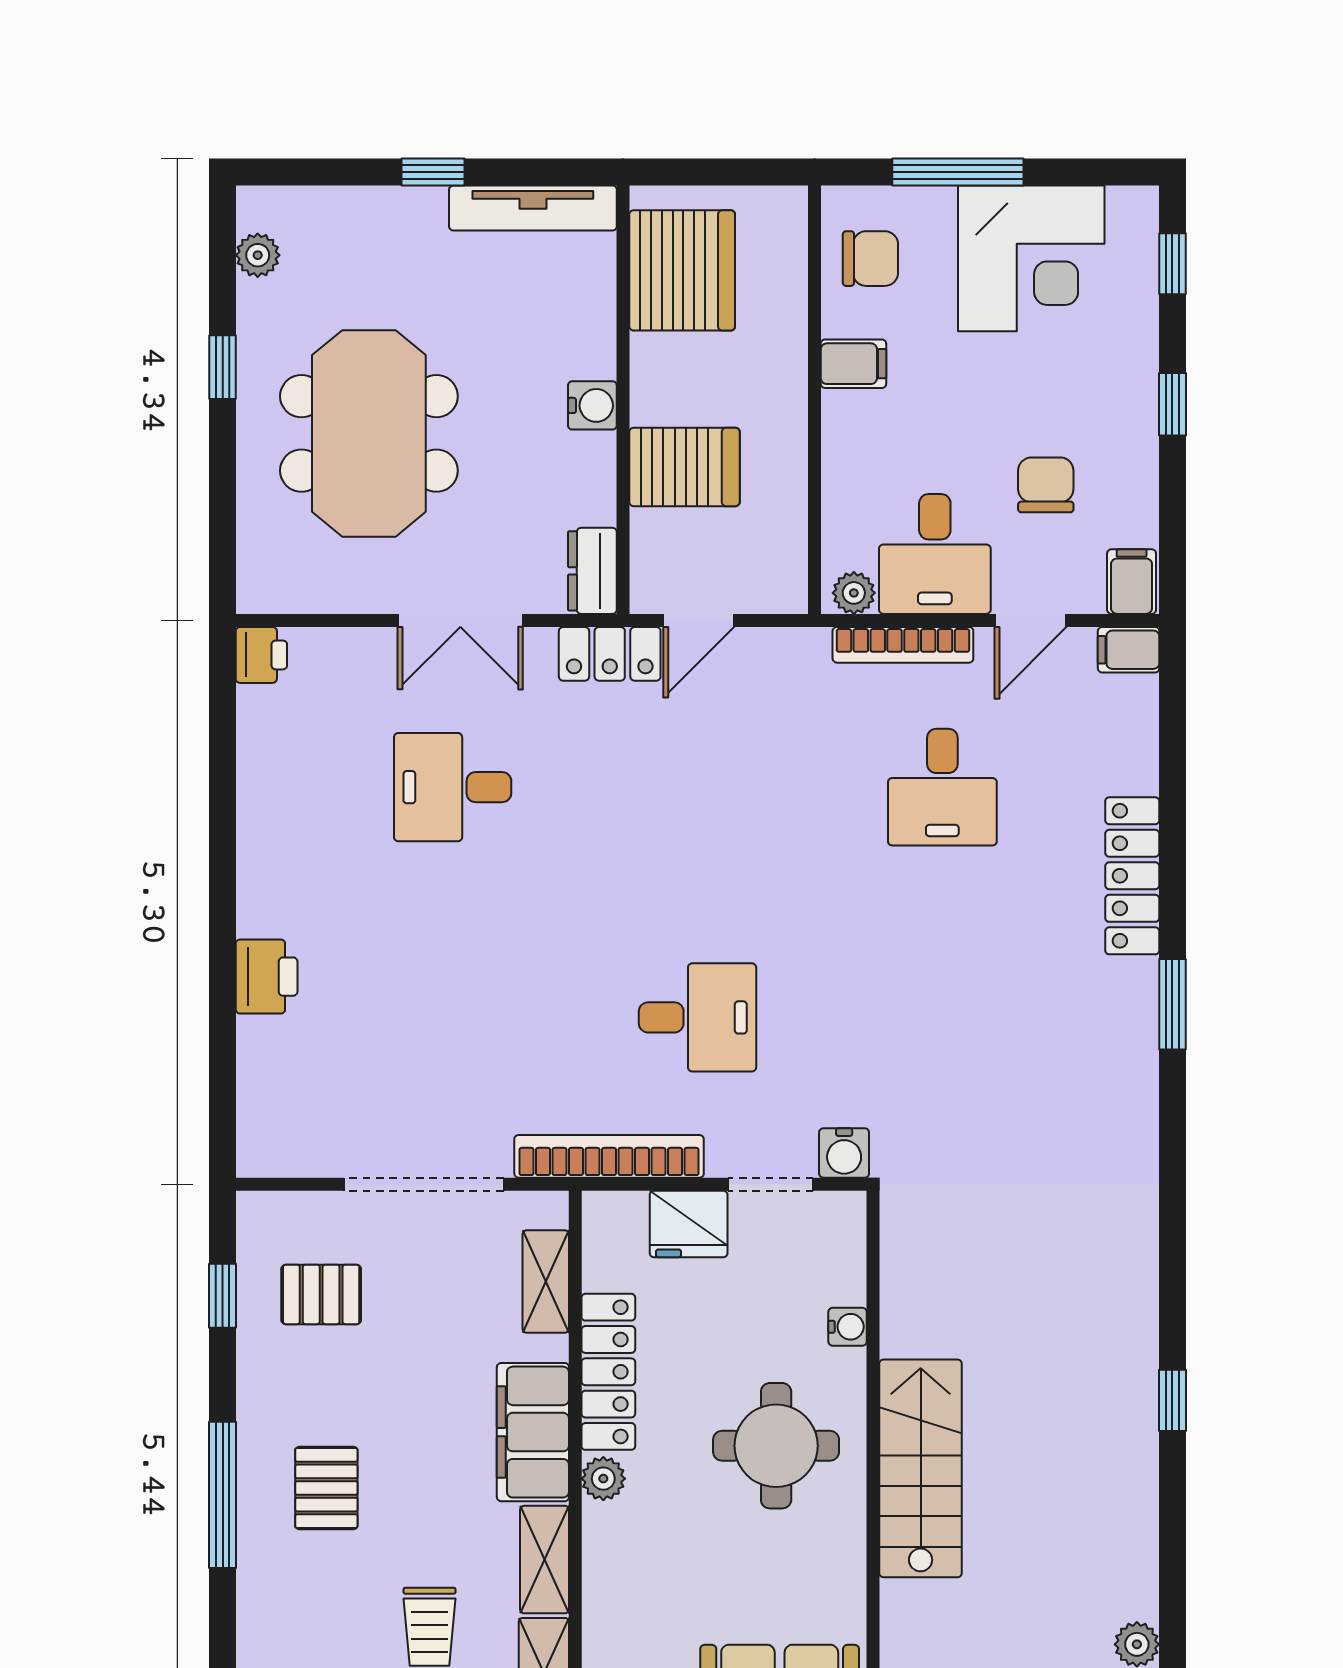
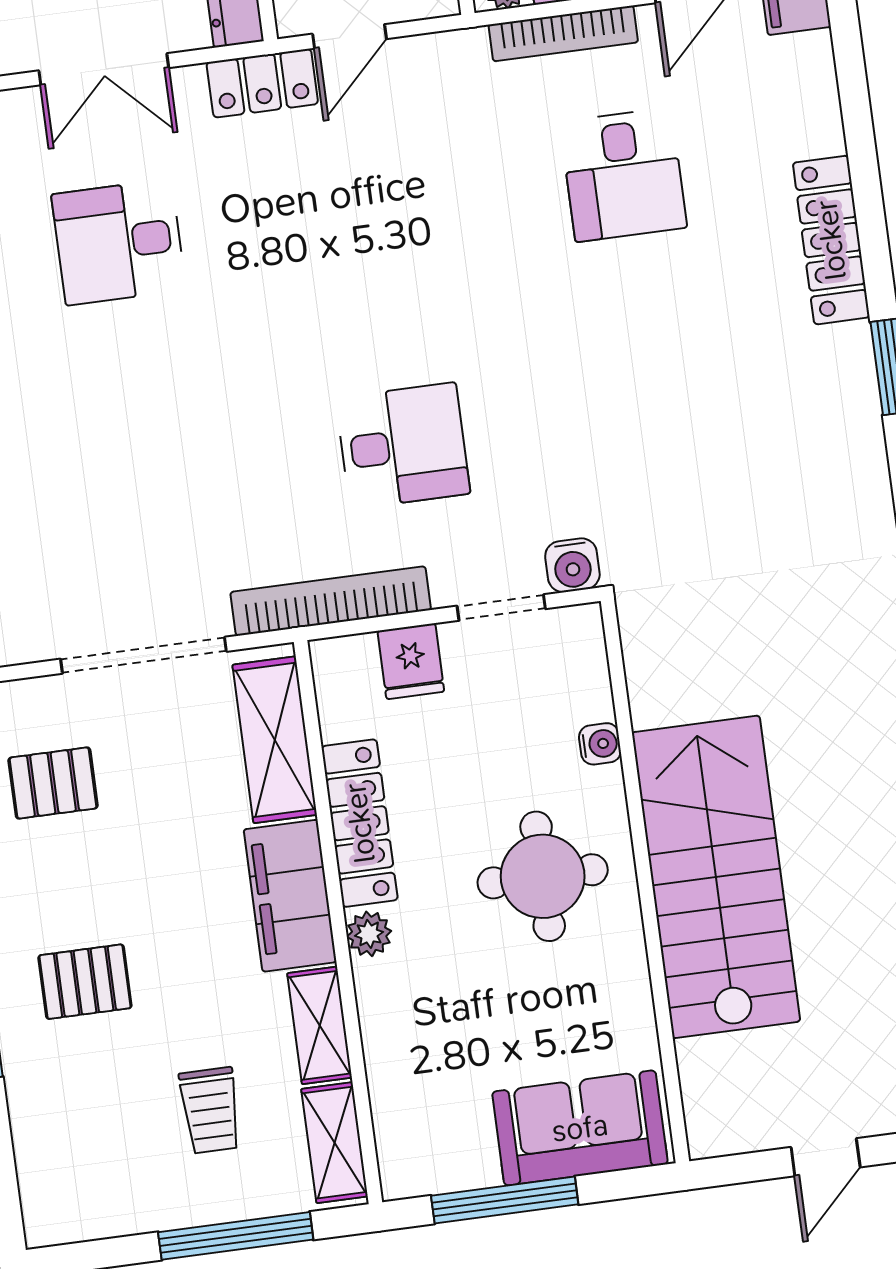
fridge: (689, 1224) -> (411, 661), width x0.72
shelving: (546, 1282) -> (275, 740), width x1.50, depth x1.33
stairs: (921, 1468) -> (716, 877), width x1.36, depth x1.51
pallet: (326, 1488) -> (85, 982), turned 90

